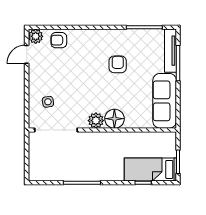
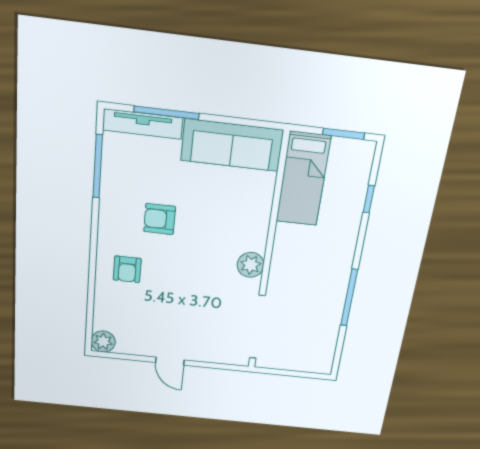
armchair: (59, 40) -> (127, 269), moved
door: (27, 54) -> (170, 361), moved
side table: (48, 102) -> (210, 334), removed
floor lamp: (114, 119) -> (252, 235), removed
bed: (150, 169) -> (303, 179), moved

